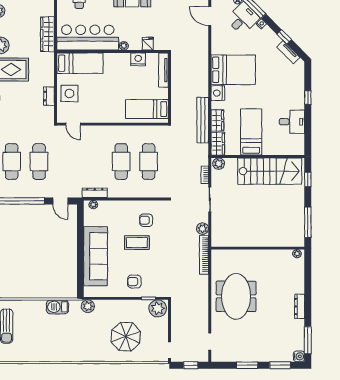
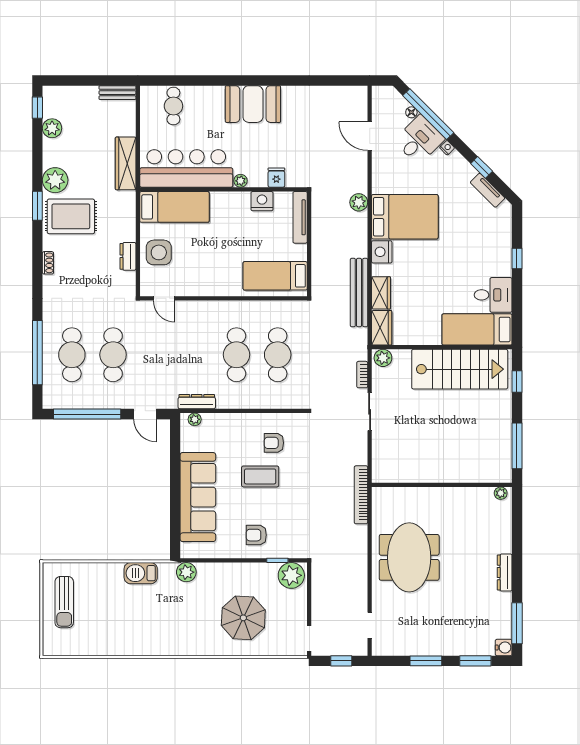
bed: (251, 132) -> (477, 329), moved, turned -90
plant: (203, 229) -> (359, 202), moved

